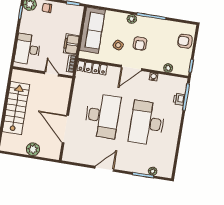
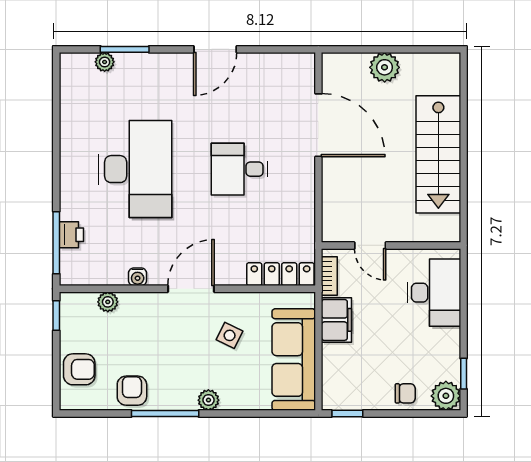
armchair: (140, 44) -> (132, 391), moved
desk: (102, 116) -> (239, 169), width x0.53, depth x0.77

